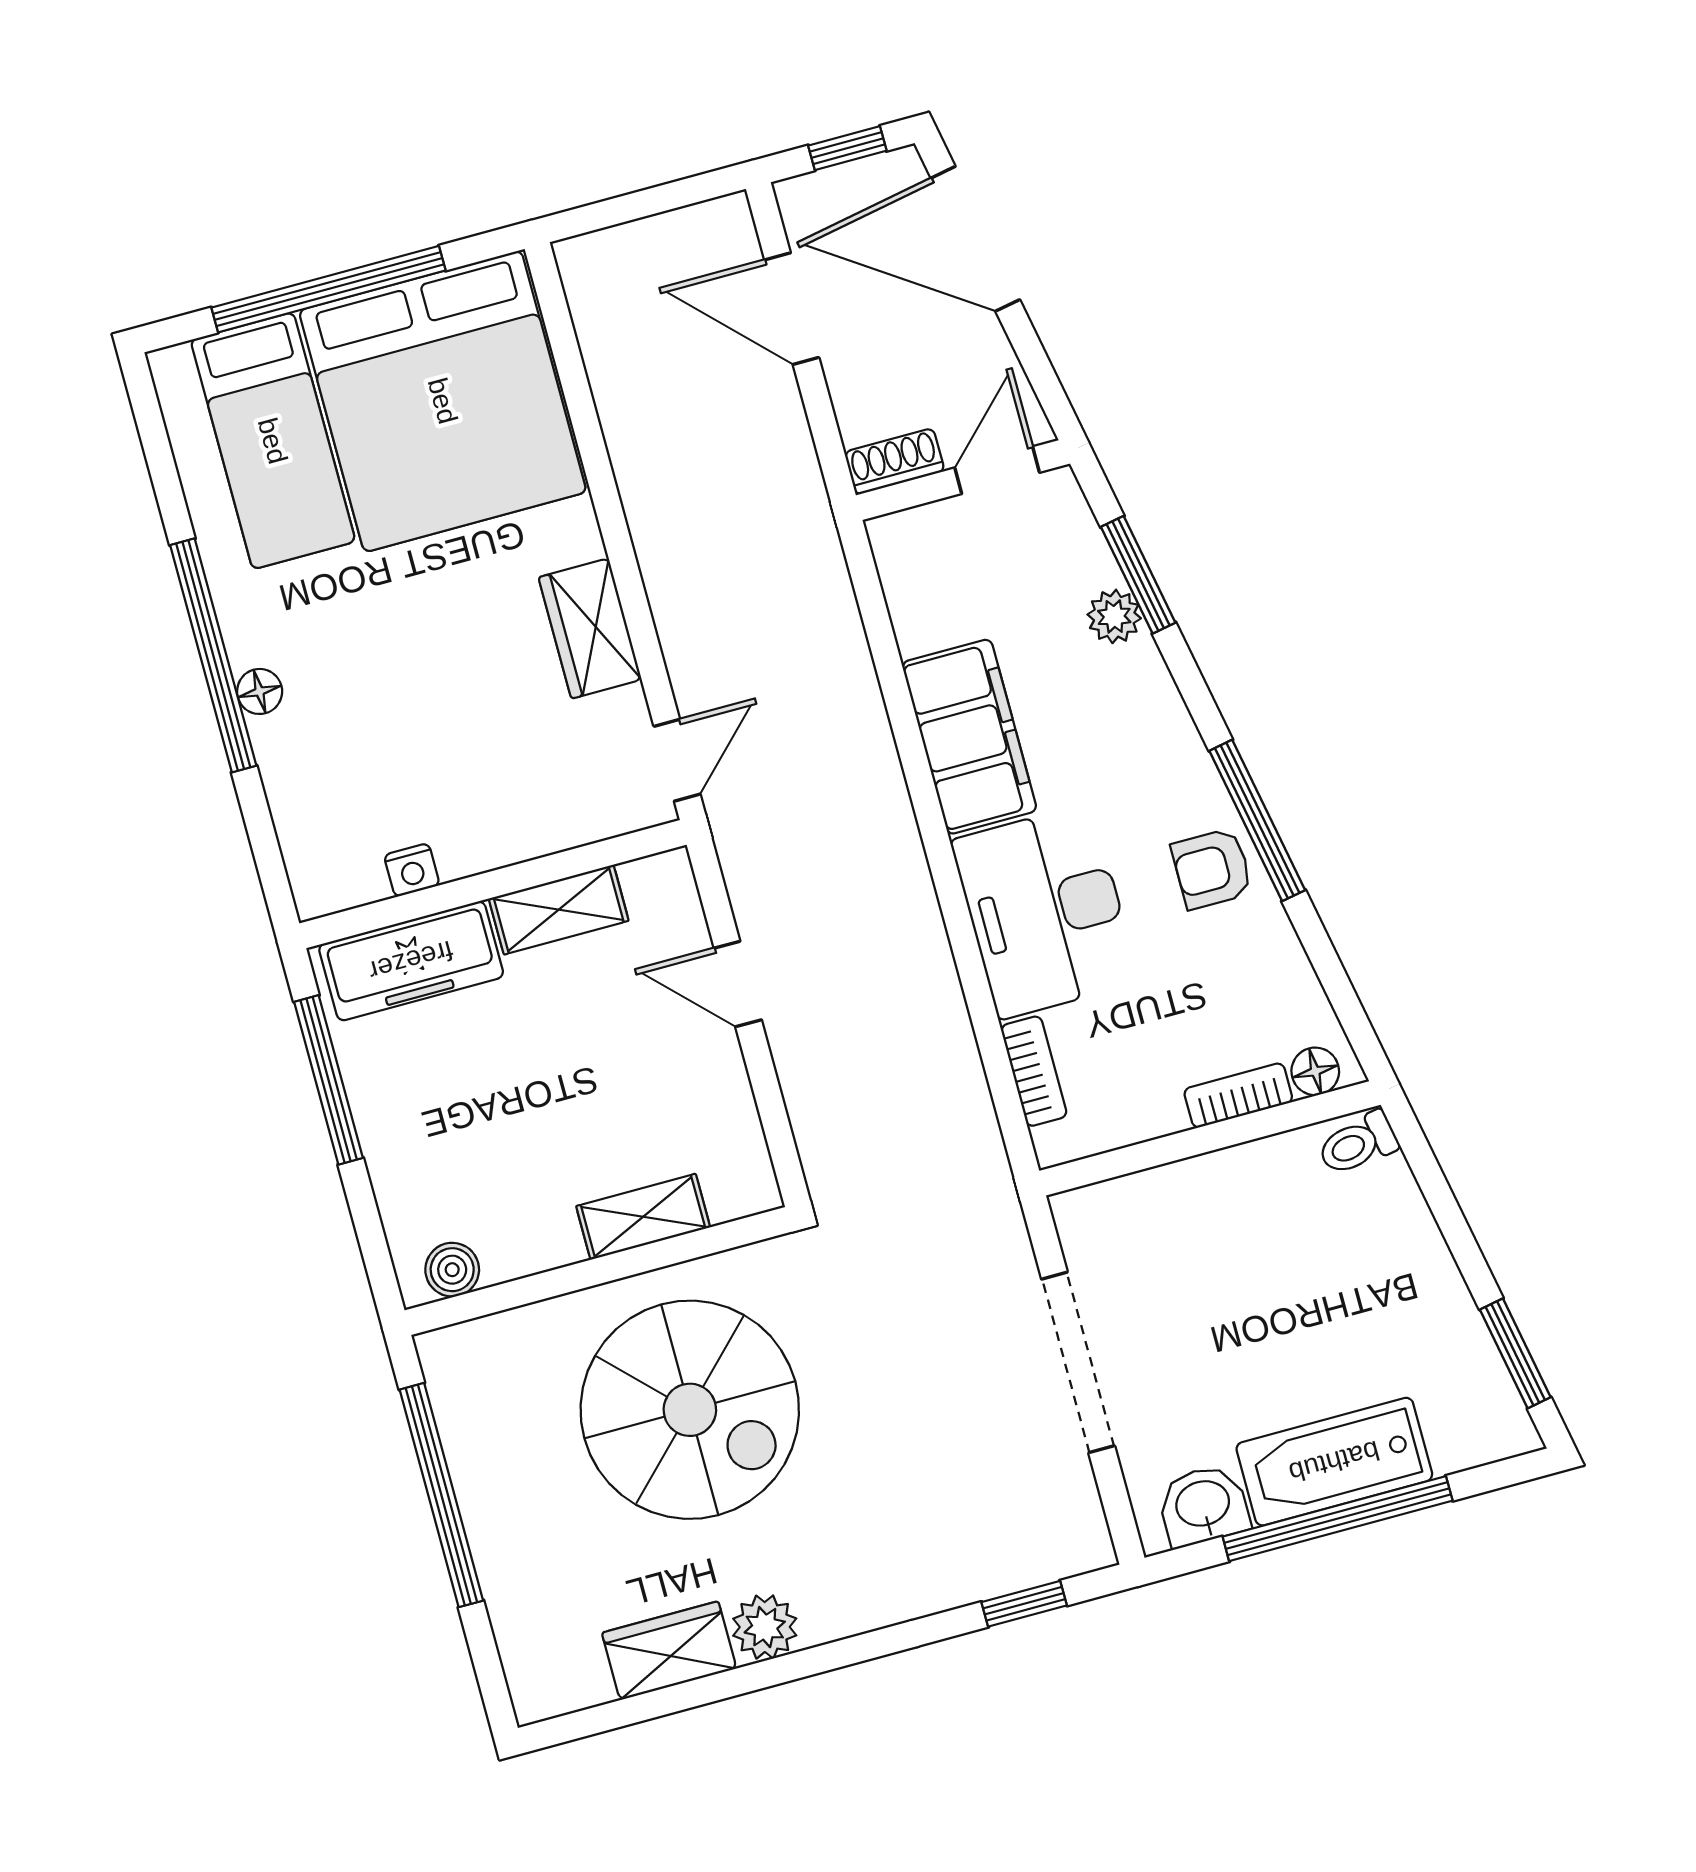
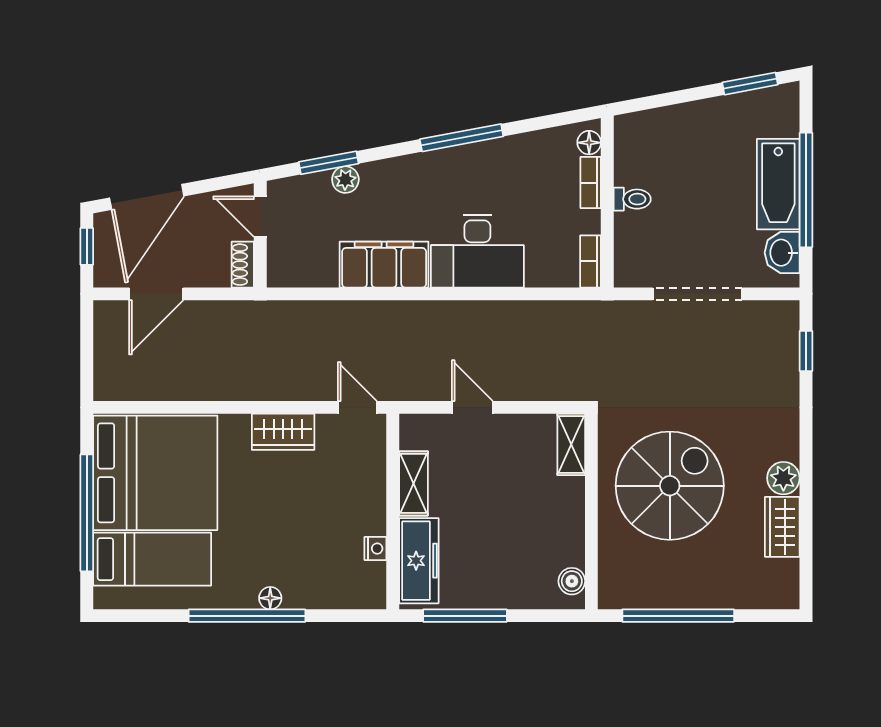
armchair: (1212, 869) -> (479, 166), removed
door: (738, 984) -> (472, 407), swing flipped
bookcase: (1034, 1071) -> (590, 261), moved, turned -90
toilet: (1358, 1144) -> (632, 199), moved, turned -79
shelving: (643, 1217) -> (571, 444), moved

